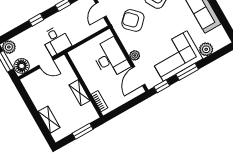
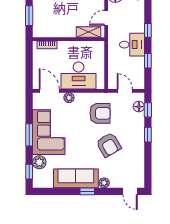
armchair: (133, 20) -> (100, 113), turned 45
desk: (56, 41) -> (132, 45), moved, turned 180
window: (162, 86) -> (29, 172), moved
shelving: (80, 93) -> (88, 32), moved

